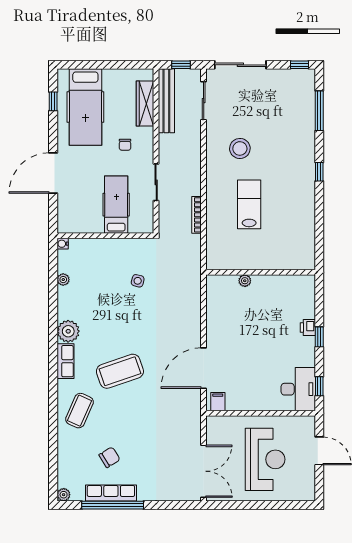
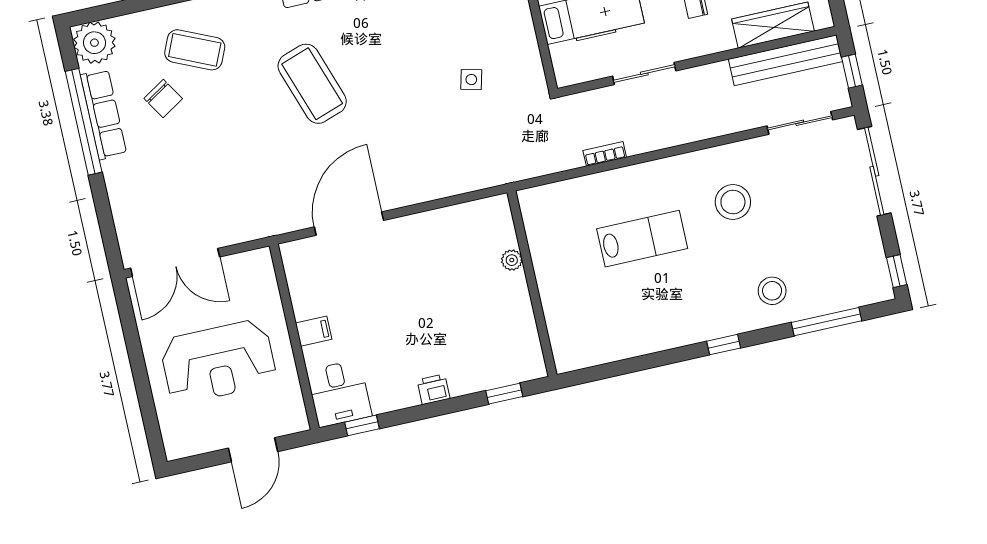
stool: (295, 138) -> (772, 291), added
bookcase: (197, 215) -> (605, 154), width x0.64
printer: (308, 327) -> (433, 389), moved
window: (319, 337) -> (504, 394), moved
door: (204, 368) -> (349, 224), hinge flipped
desk: (298, 389) -> (339, 393), width x0.73
filing cabinet: (218, 402) -> (314, 331), moved
coffee table: (80, 411) -> (195, 50), moved
plant: (64, 495) -> (94, 43), width x1.88, depth x1.88

